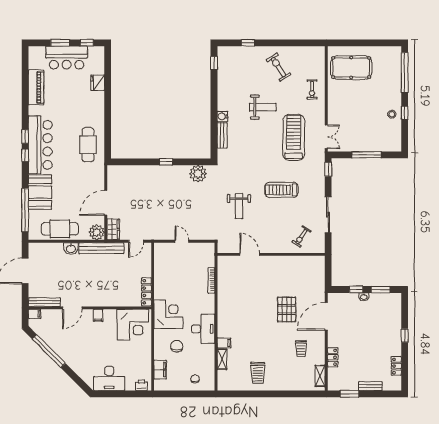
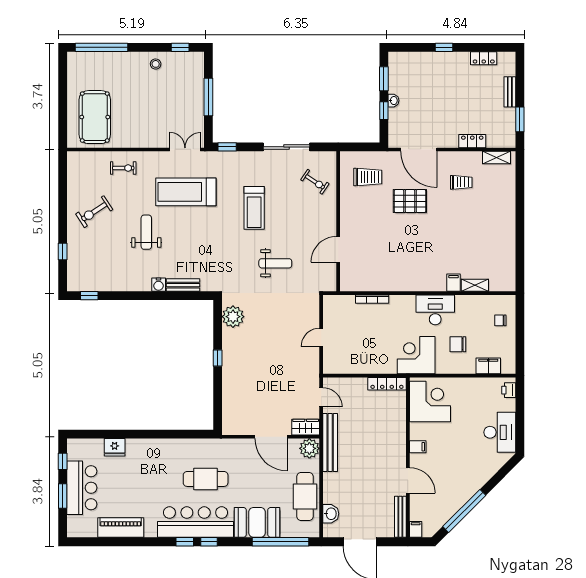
window: (405, 113) -> (180, 47), moved
cafe table: (88, 145) -> (206, 479), moved
washbasin: (71, 249) -> (331, 514), moved
trolley: (258, 373) -> (368, 177), moved

